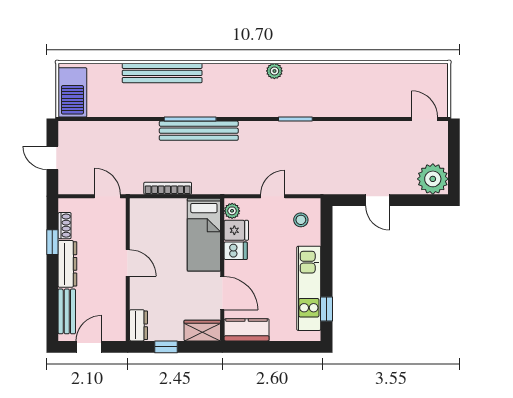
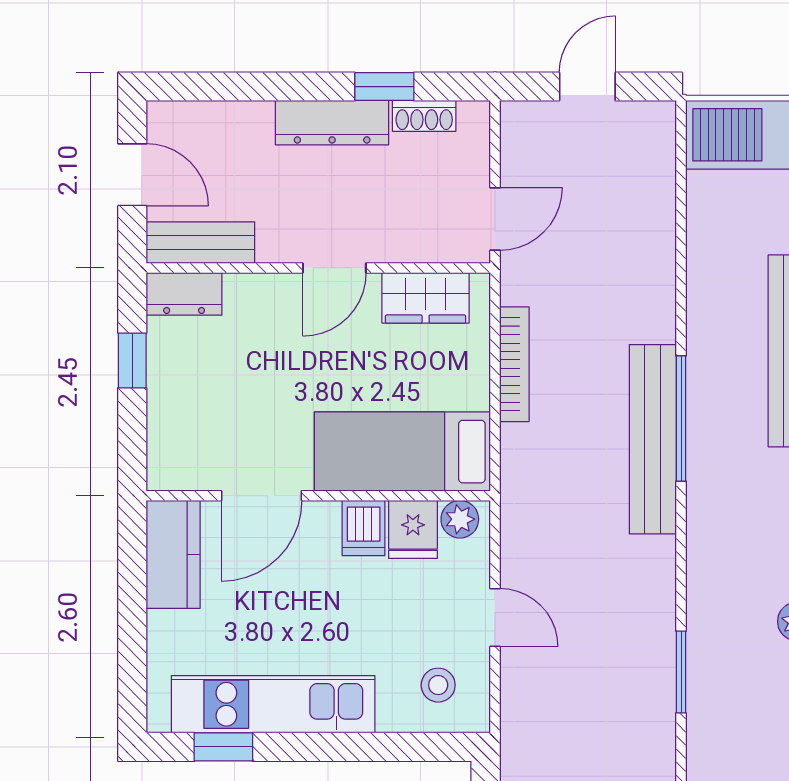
bench: (67, 311) -> (200, 243), moved
wardrobe: (202, 331) -> (426, 298), moved, turned 90

